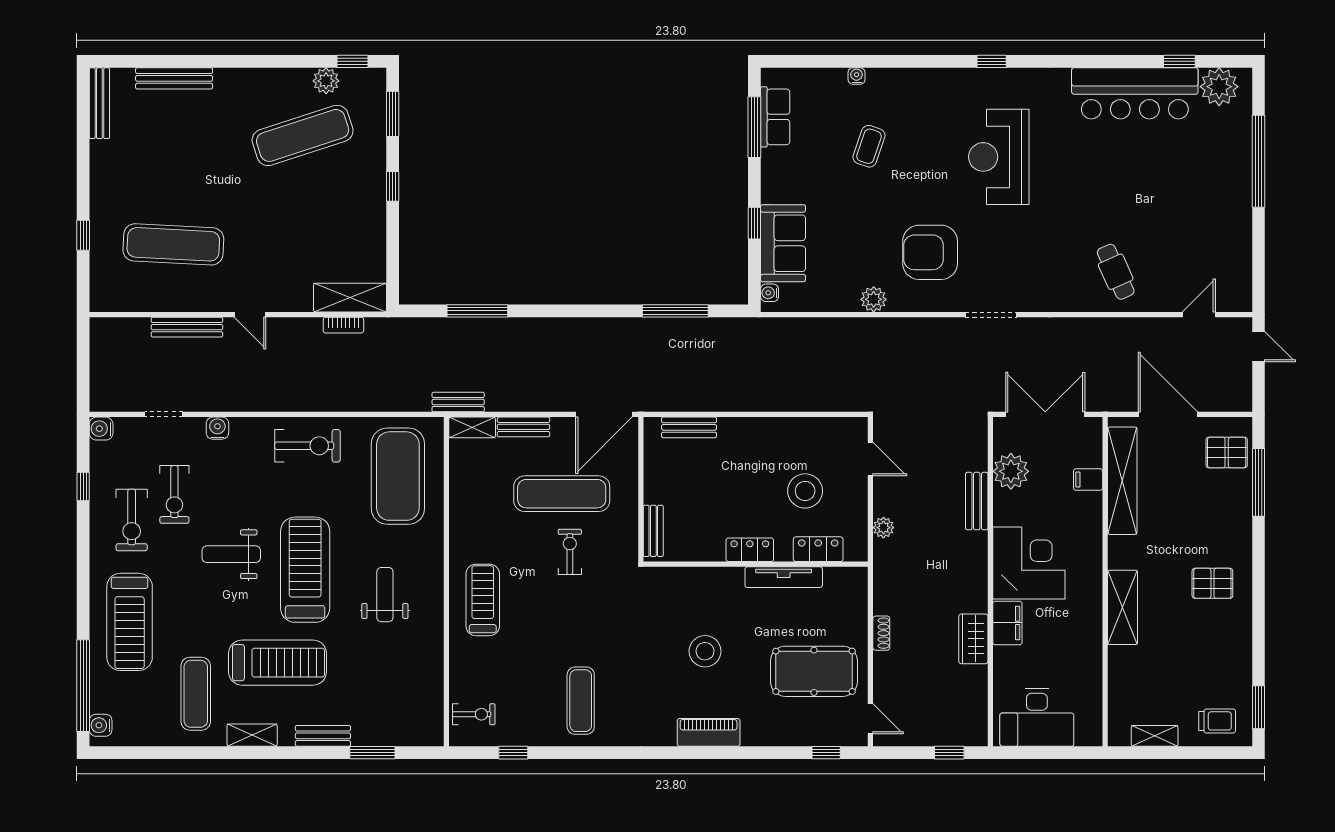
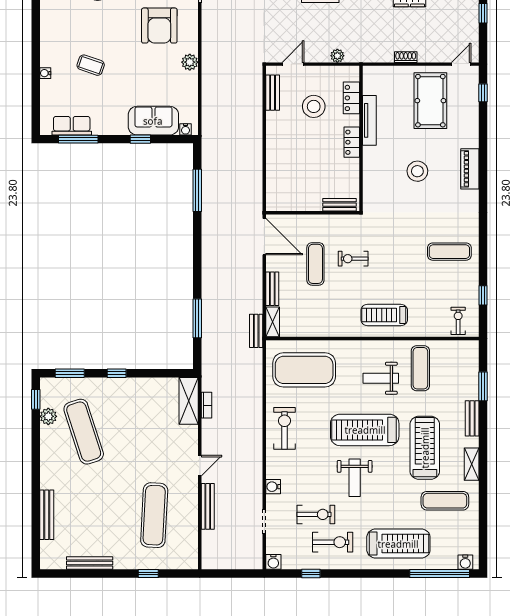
bench: (99, 103) -> (90, 563), moved
bench: (689, 427) -> (273, 93), moved
exercise mat: (562, 494) -> (315, 264), width x0.73, depth x0.69
exercise mat: (400, 656) -> (420, 368), added

